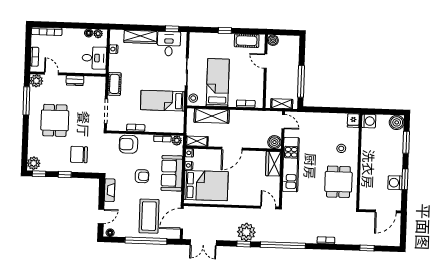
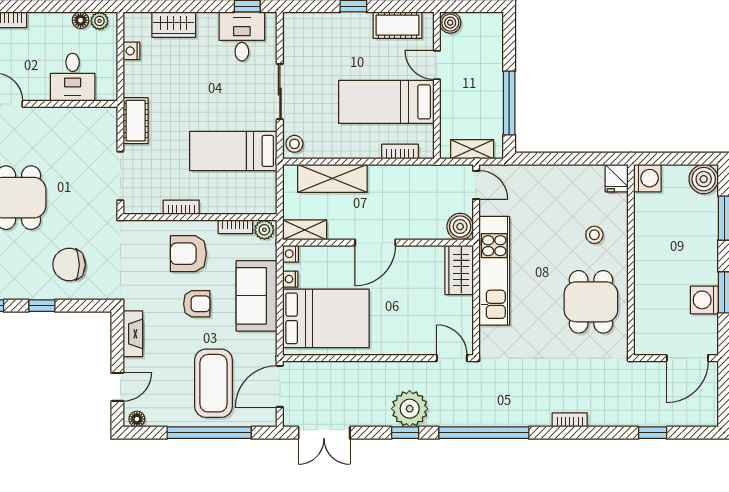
wardrobe: (140, 37) -> (174, 25), width x0.67
desk: (94, 58) -> (73, 77), moved, turned 90
dresser: (75, 81) -> (56, 117), removed
bed: (218, 83) -> (386, 102), moved, turned -90
armchair: (128, 144) -> (188, 254), moved

